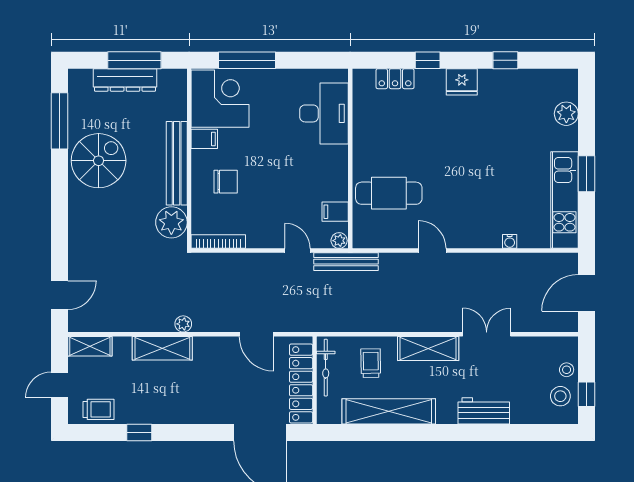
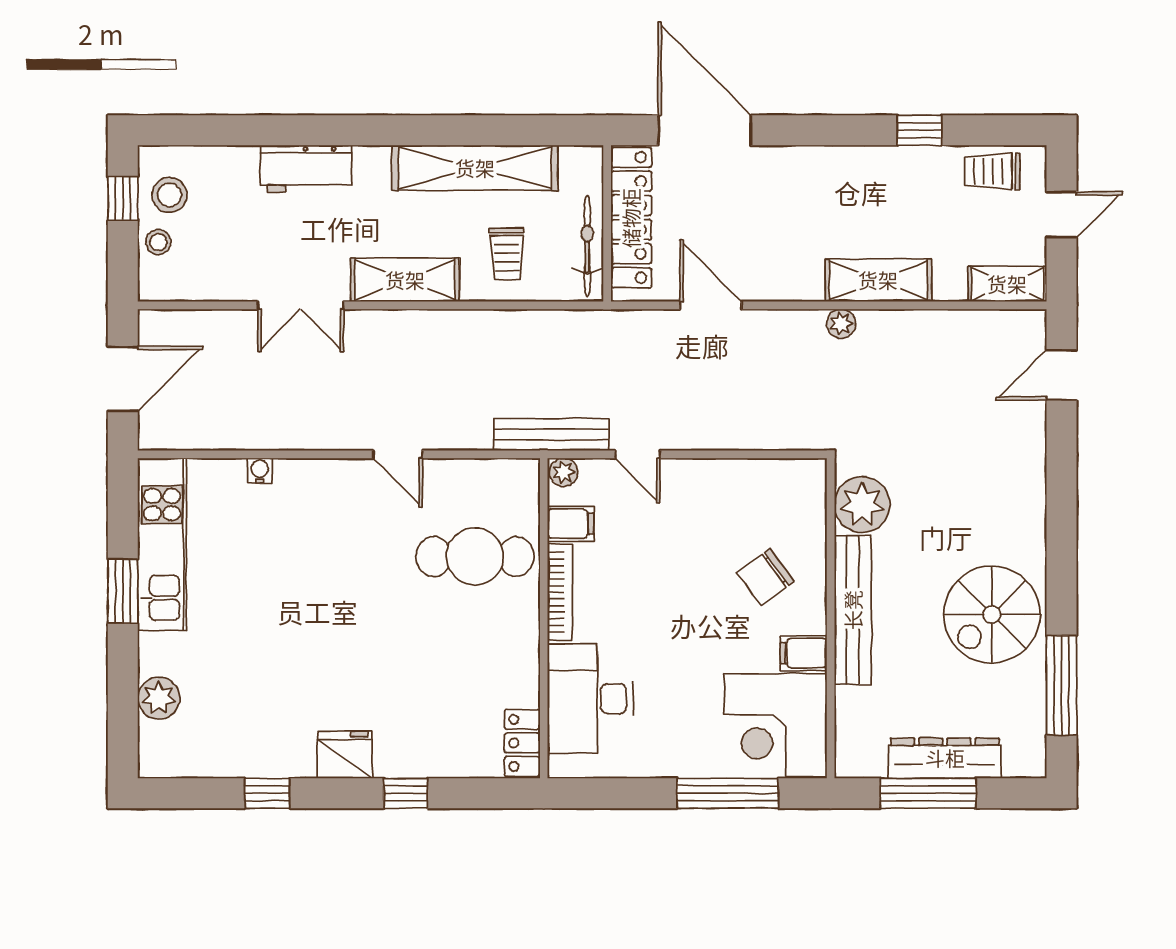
locker: (395, 79) -> (522, 743), moved, turned -90
chair: (226, 182) -> (766, 577), turned -36
bookcase: (218, 242) -> (560, 592), moved, turned -90

